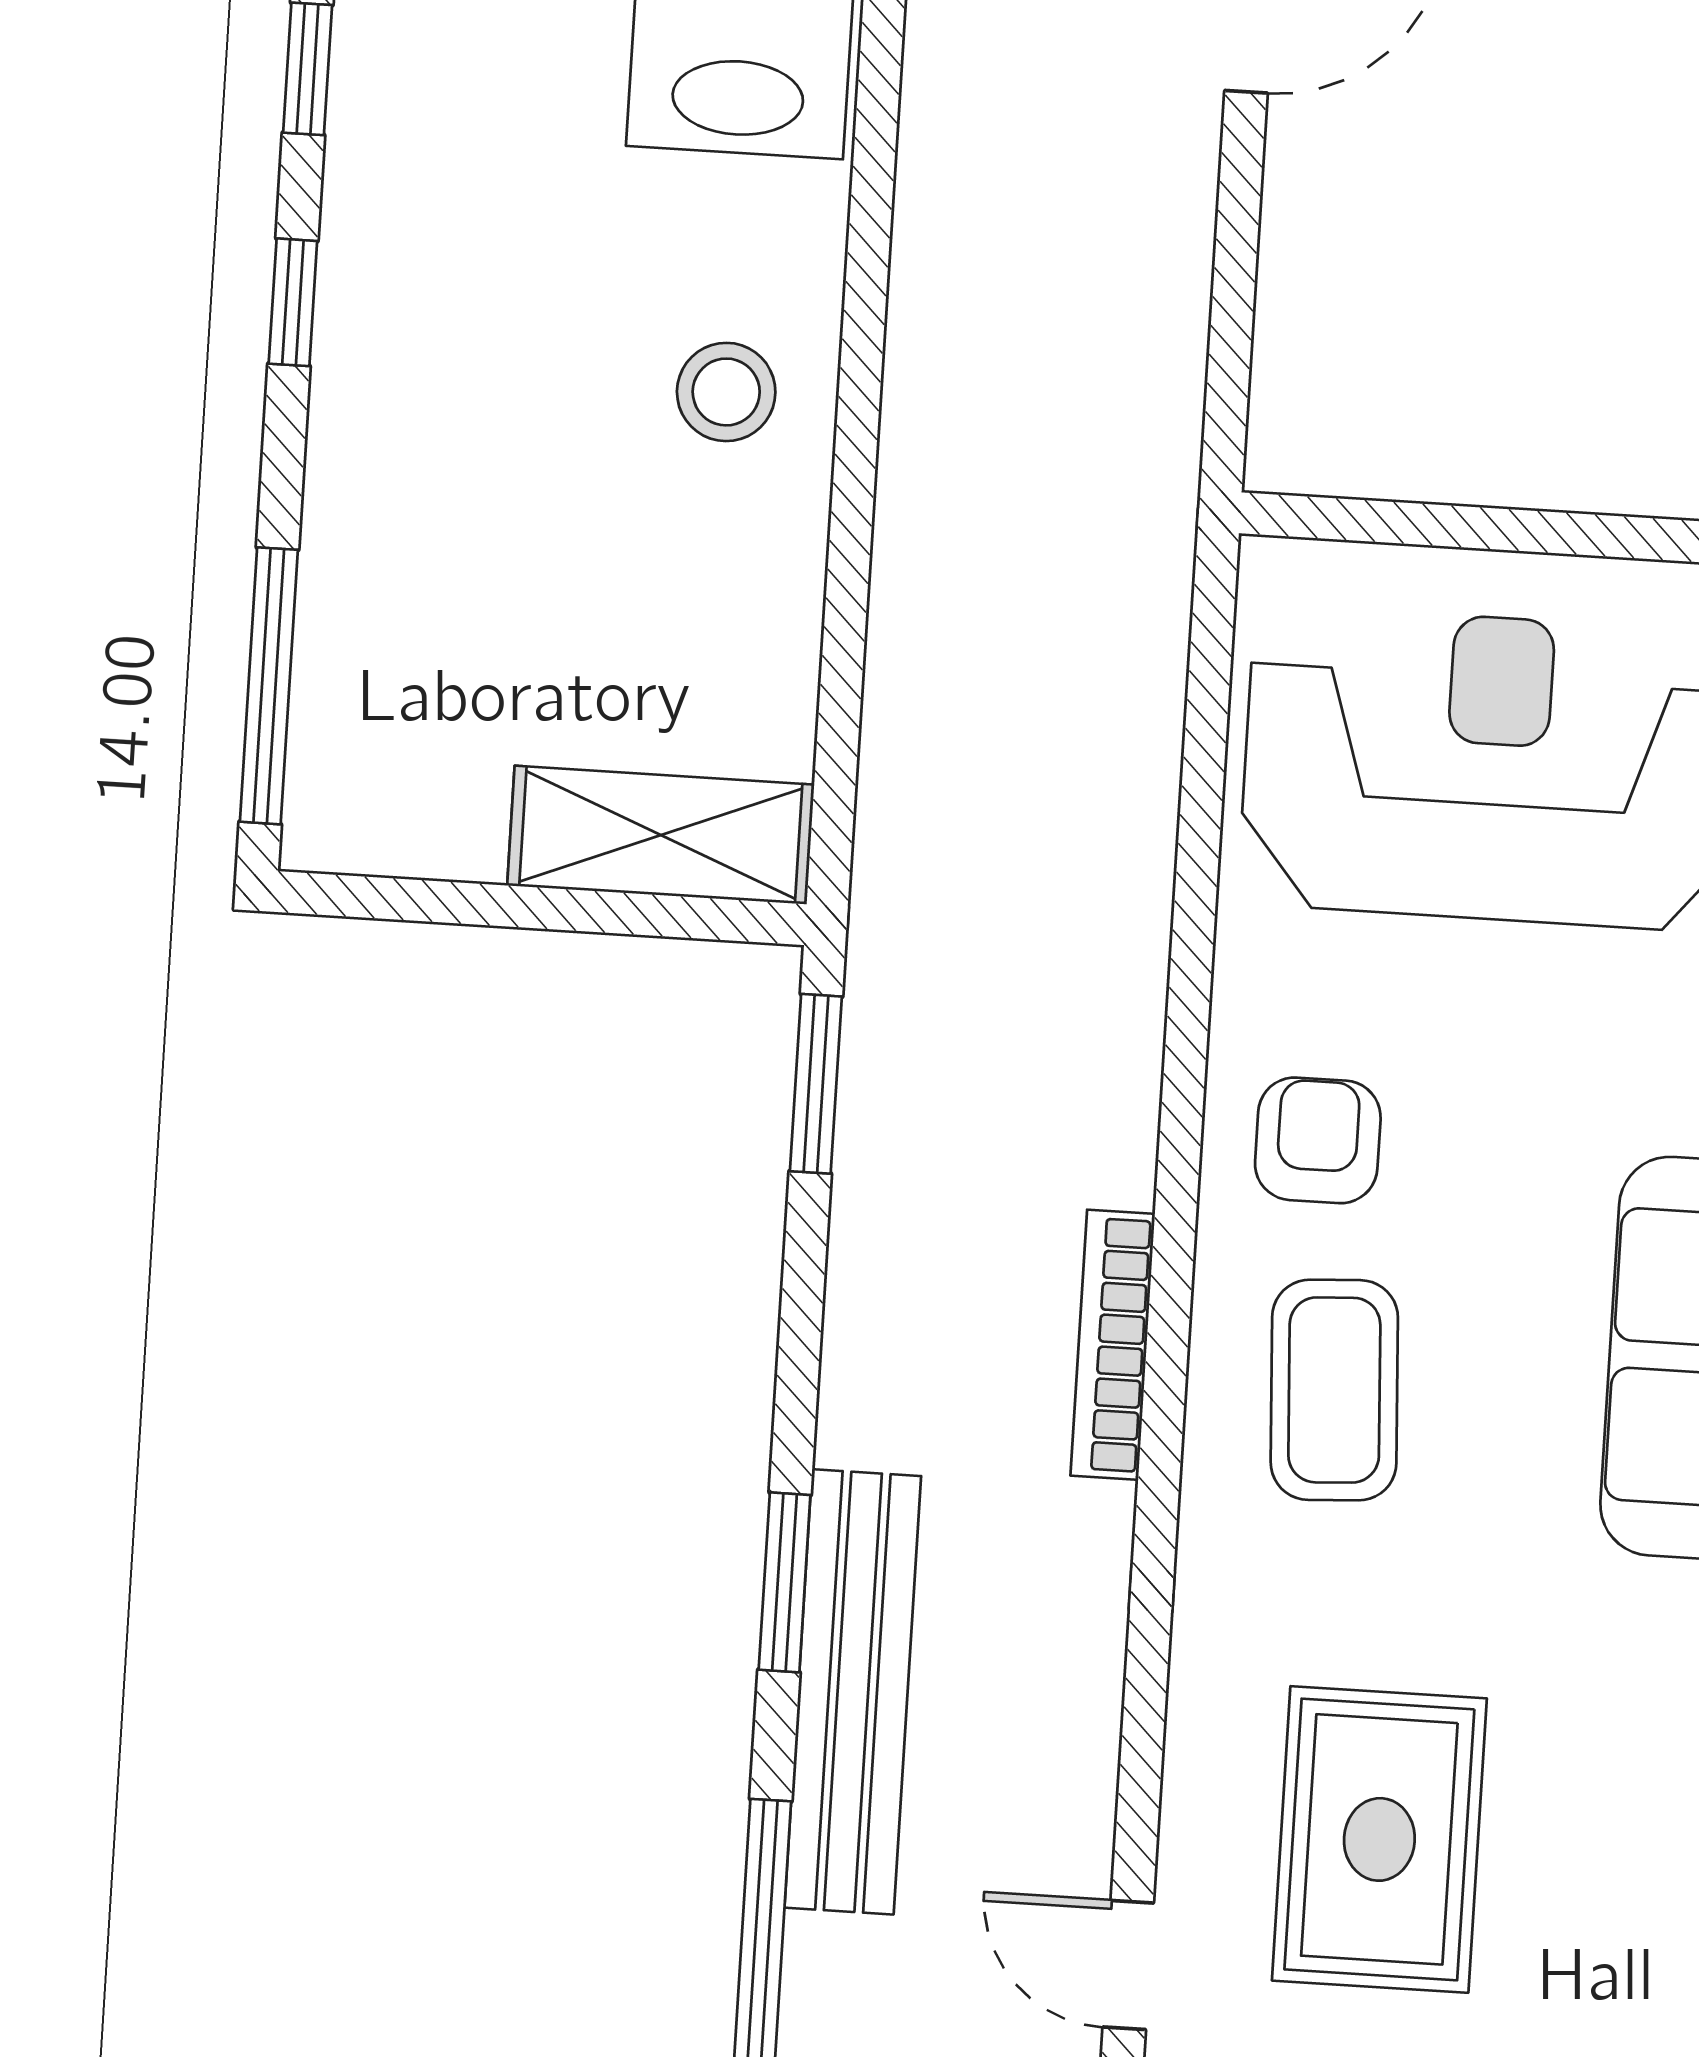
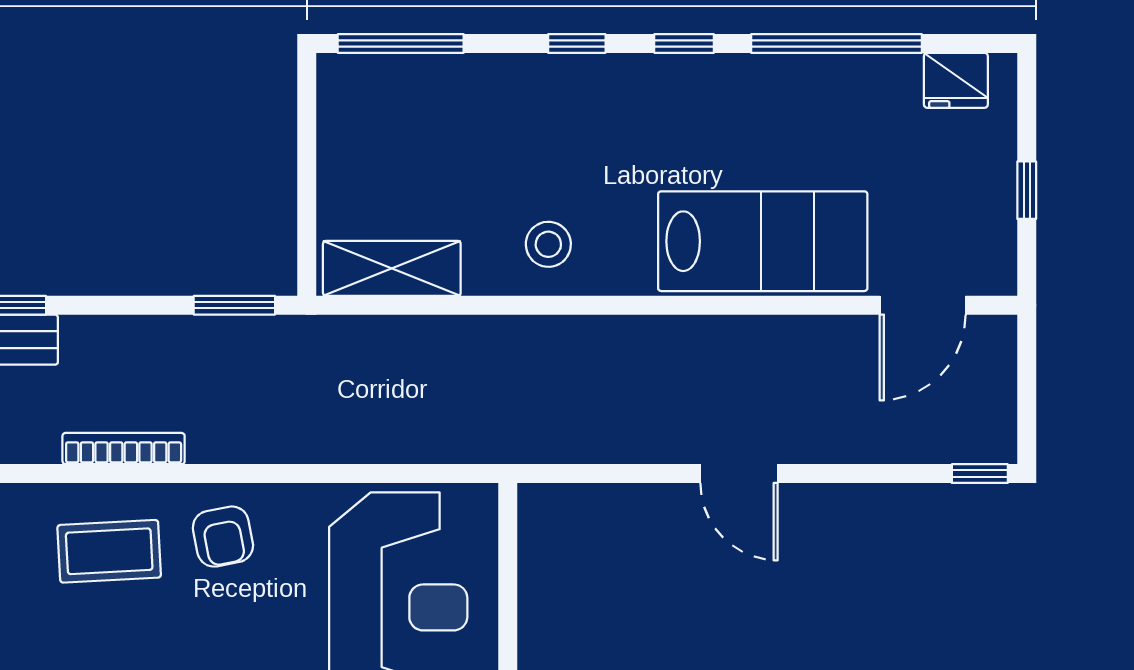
shelving: (661, 835) -> (392, 268), moved, turned 90
armchair: (1318, 1140) -> (223, 537), turned 79

